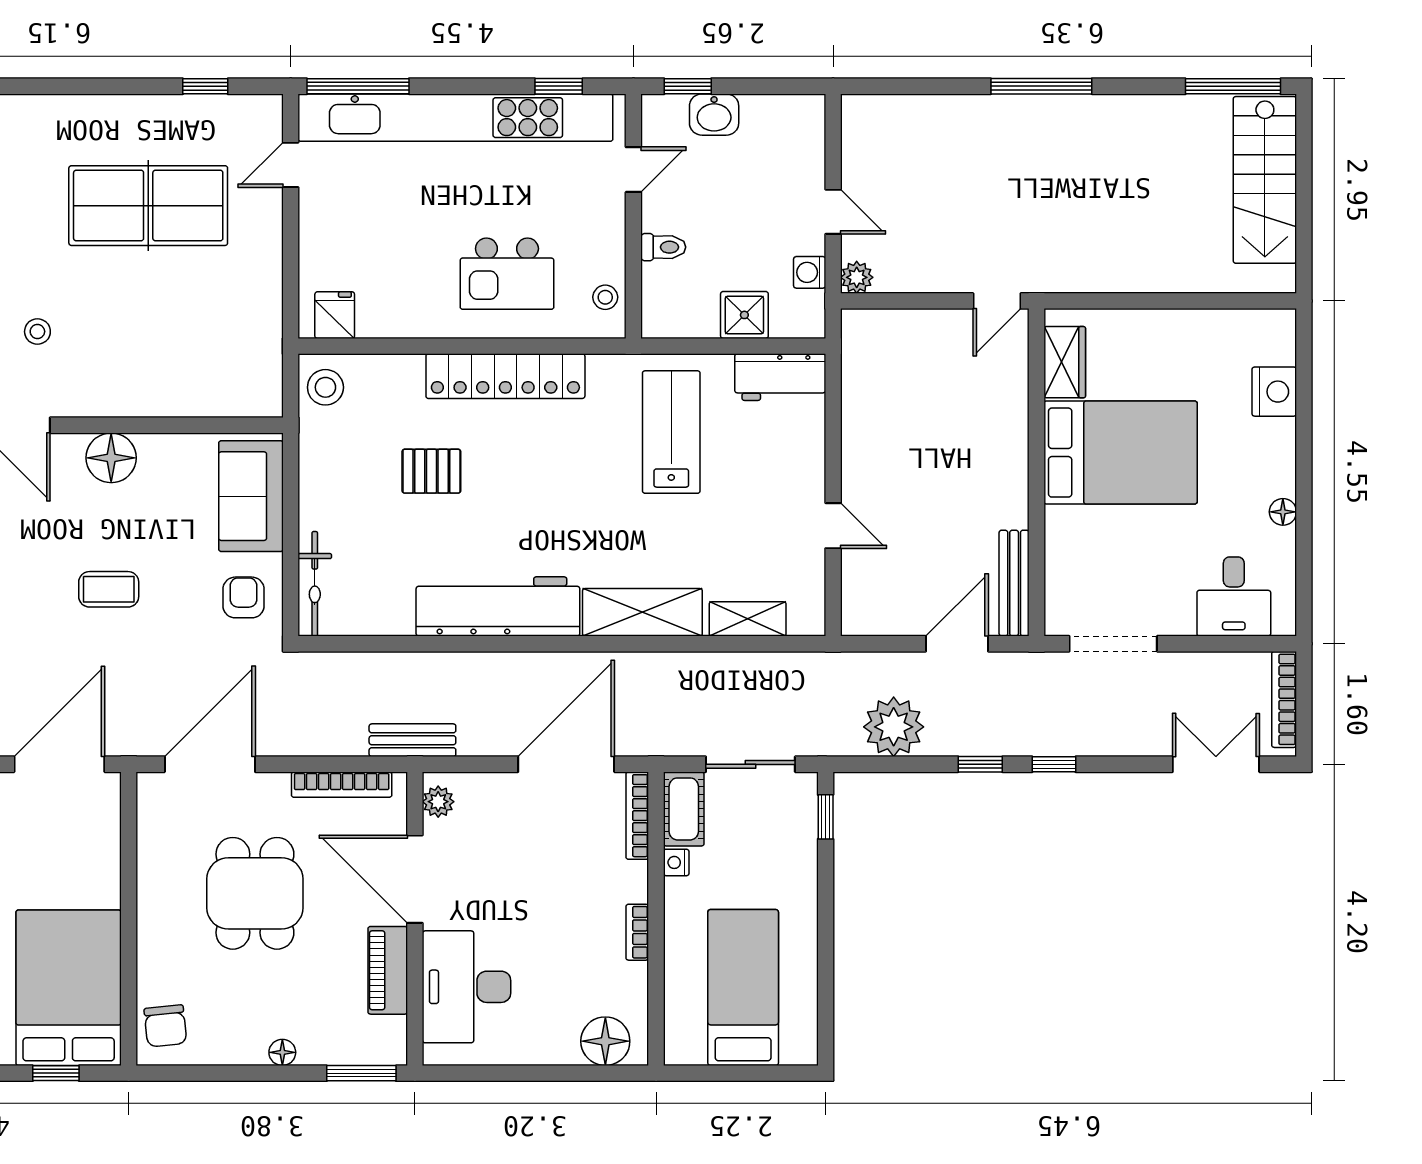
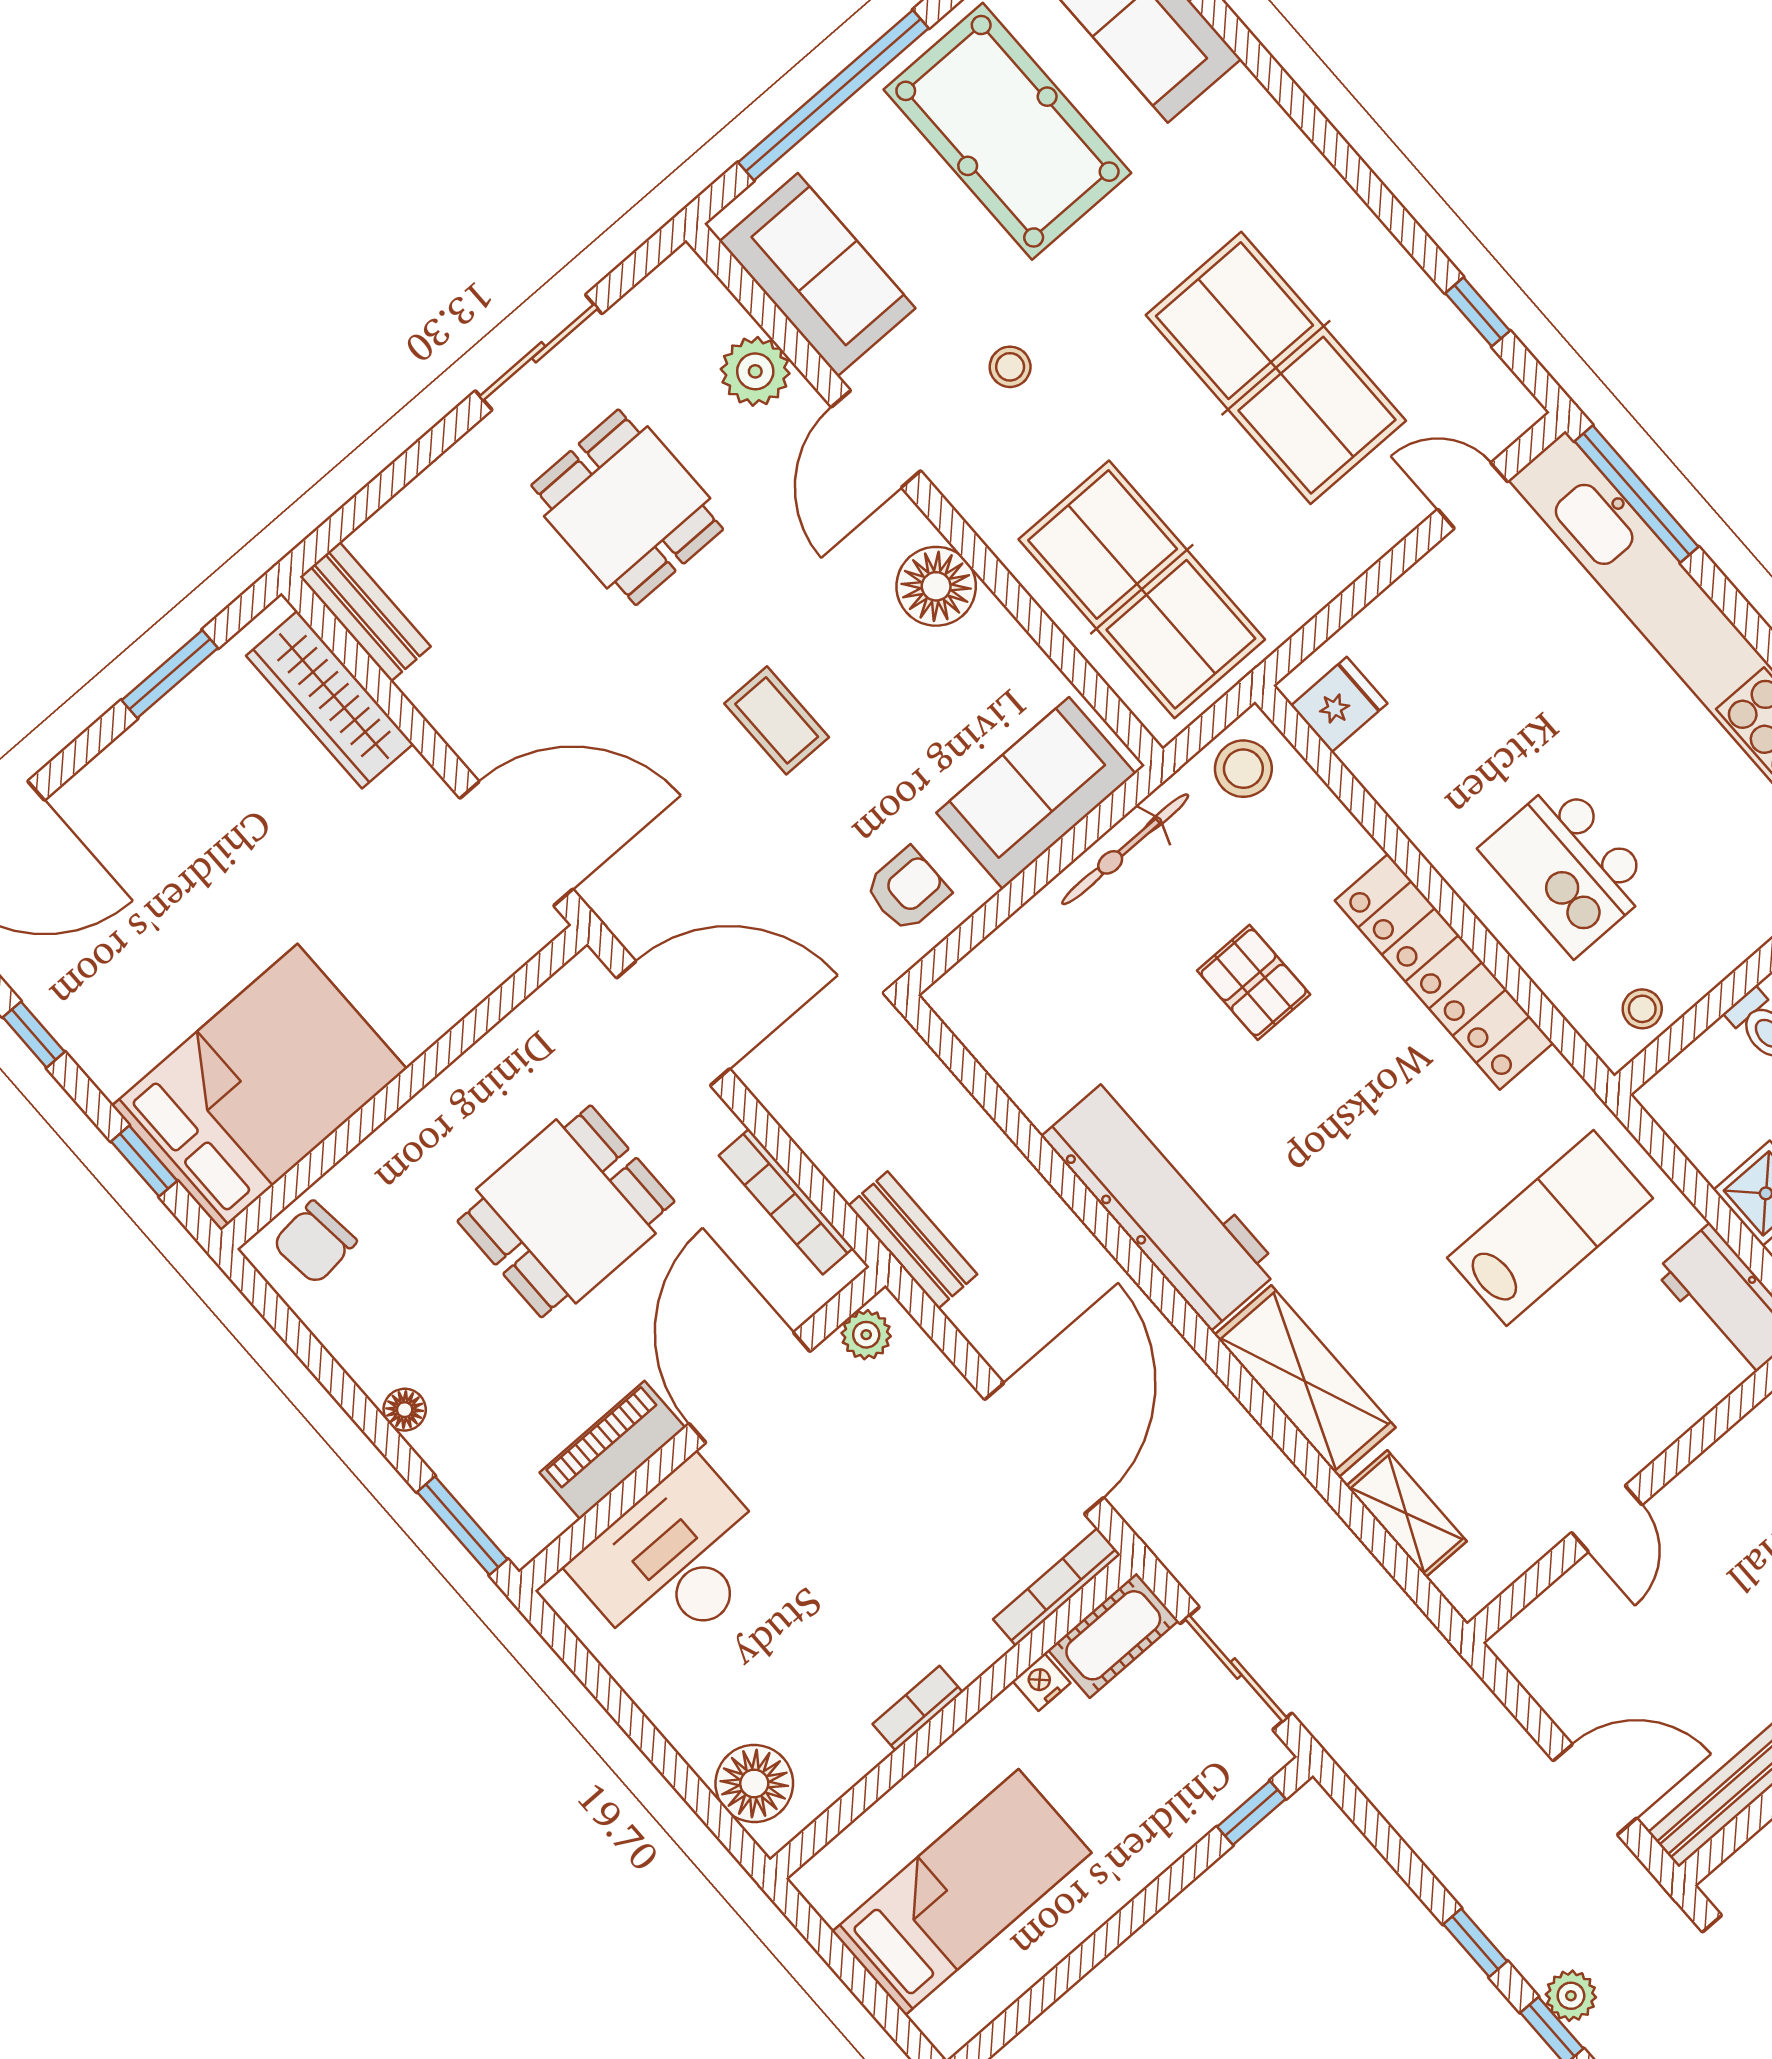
table tennis table: (198, 361) -> (1142, 589), added
bicycle: (315, 584) -> (1125, 849), moved
plant: (894, 727) -> (1571, 1996), moved, width x0.53, depth x0.53
door: (566, 764) -> (1044, 1449), hinge flipped

